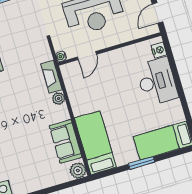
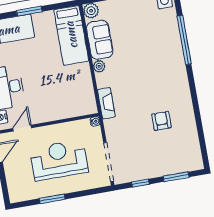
door: (87, 56) -> (22, 128), moved
plant: (59, 98) -> (99, 66), moved

